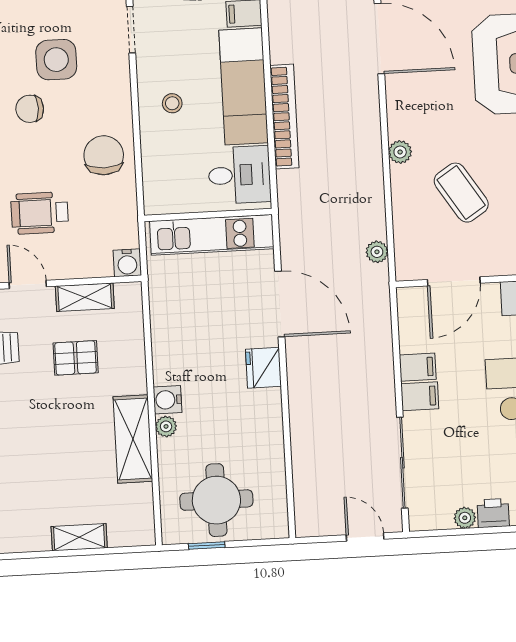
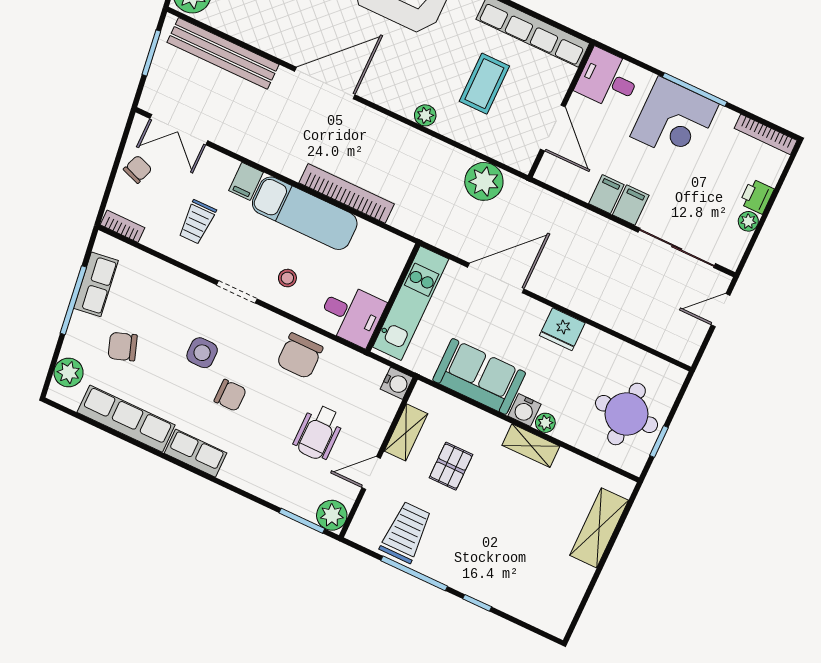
doorway: (131, 30) -> (237, 292), moved
side table: (56, 60) -> (202, 353), width x0.73, depth x0.73
chair: (30, 109) -> (230, 395), turned -90
chair: (104, 155) -> (300, 356), turned -90
desk: (239, 175) -> (351, 314), moved, turned 90
coffee table: (461, 193) -> (484, 84), turned -57
plant: (377, 252) -> (484, 181), width x1.88, depth x1.88
sofa: (176, 339) -> (479, 376), added
fridge: (263, 368) -> (562, 329), moved
shelving: (133, 439) -> (531, 446), width x0.67, depth x0.75
shelving: (79, 537) -> (599, 528), width x1.50, depth x1.33

